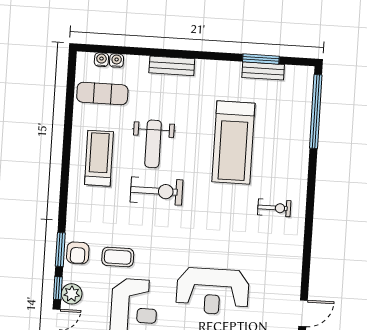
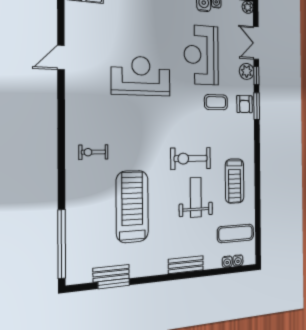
armchair: (78, 253) -> (245, 104), turned 180

